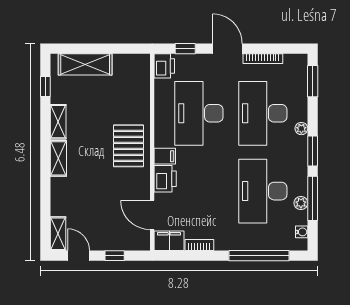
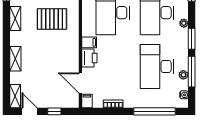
pallet: (129, 146) -> (52, 19), moved, turned 90
shelving: (58, 158) -> (15, 59), moved
filing cabinet: (169, 241) -> (87, 101), width x0.50

